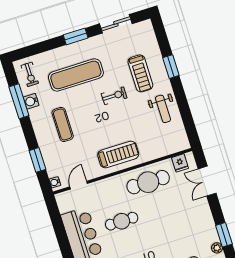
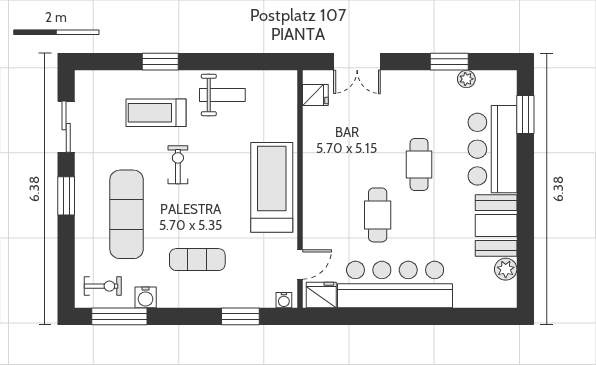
treadmill: (140, 73) -> (156, 113), turned 180
window: (19, 101) -> (119, 316), moved
treadmill: (118, 155) -> (272, 187), width x1.37, depth x1.38
cafe table: (148, 182) -> (419, 164), moved, width x0.73, depth x0.74
door: (79, 185) -> (300, 264), swing flipped
fridge: (65, 203) -> (321, 295), added

